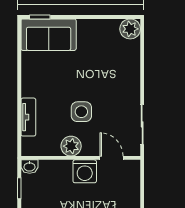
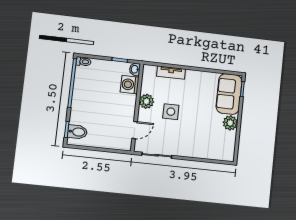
plant: (130, 29) -> (230, 123), moved
washing machine: (85, 171) -> (130, 85), moved

